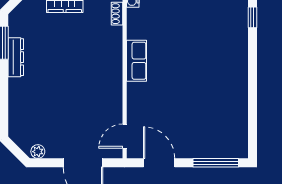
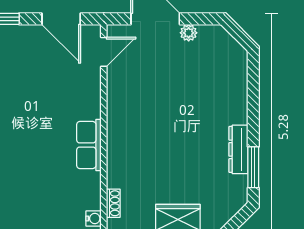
plant: (38, 152) -> (189, 33), moved

